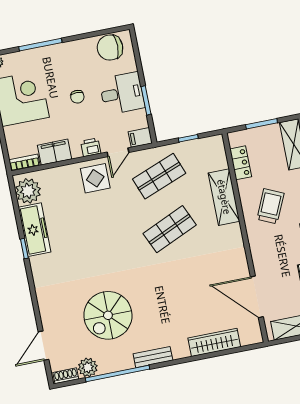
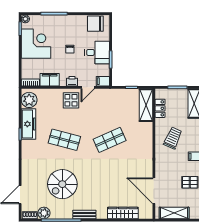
shop shelf: (159, 176) -> (64, 140), moved, turned 36
shelving: (224, 197) -> (146, 105), moved

